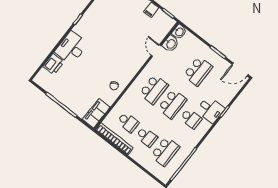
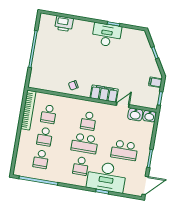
desk: (71, 48) -> (107, 35), moved
door: (240, 69) -> (145, 185), swing flipped
school desk: (154, 89) -> (88, 121), width x0.54
desk: (210, 109) -> (107, 177), width x1.87, depth x1.30
filing cabinet: (96, 113) -> (104, 94), moved
school desk: (165, 151) -> (41, 159), width x0.54

